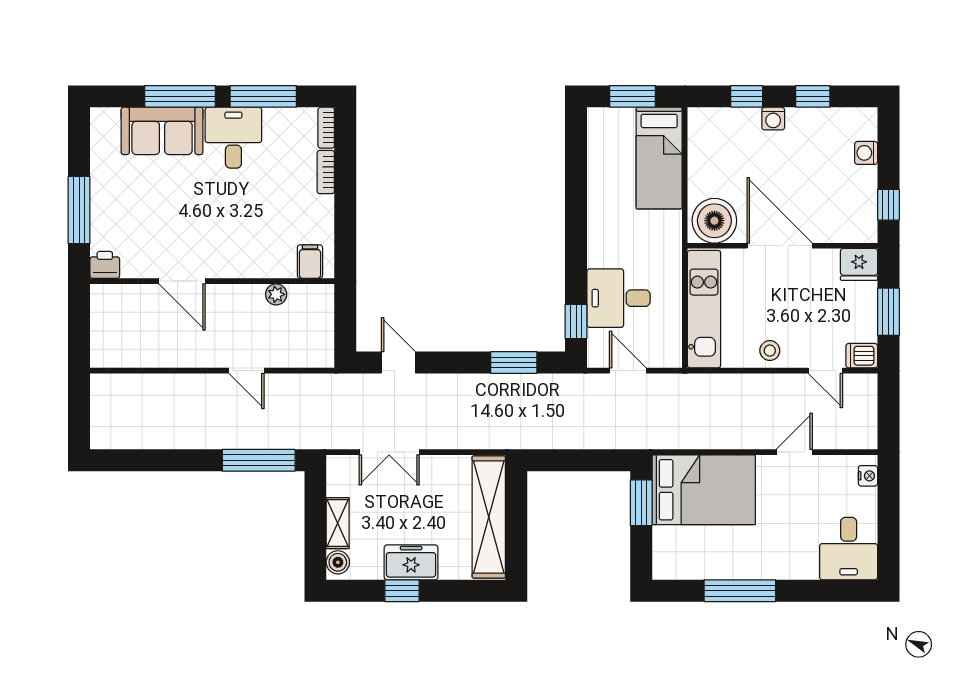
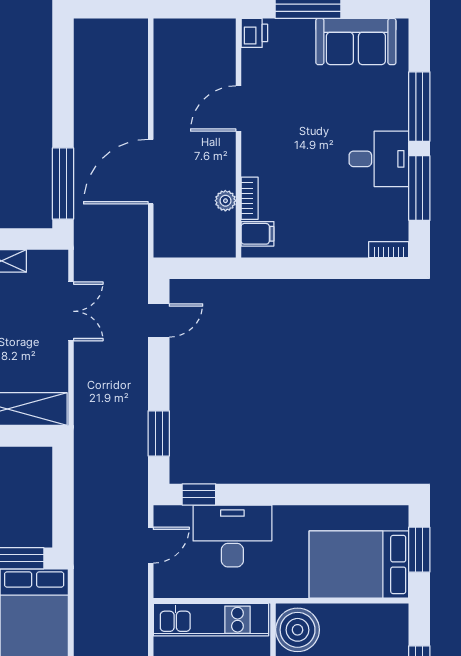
sofa: (162, 131) -> (356, 42), moved, turned -90
bed: (659, 158) -> (359, 565), width x1.50
bookcase: (326, 172) -> (250, 198), moved, turned 90
desk: (619, 298) -> (232, 536), width x1.37
door: (246, 371) -> (151, 172), width x1.87
double door: (389, 452) -> (71, 311), swing flipped

